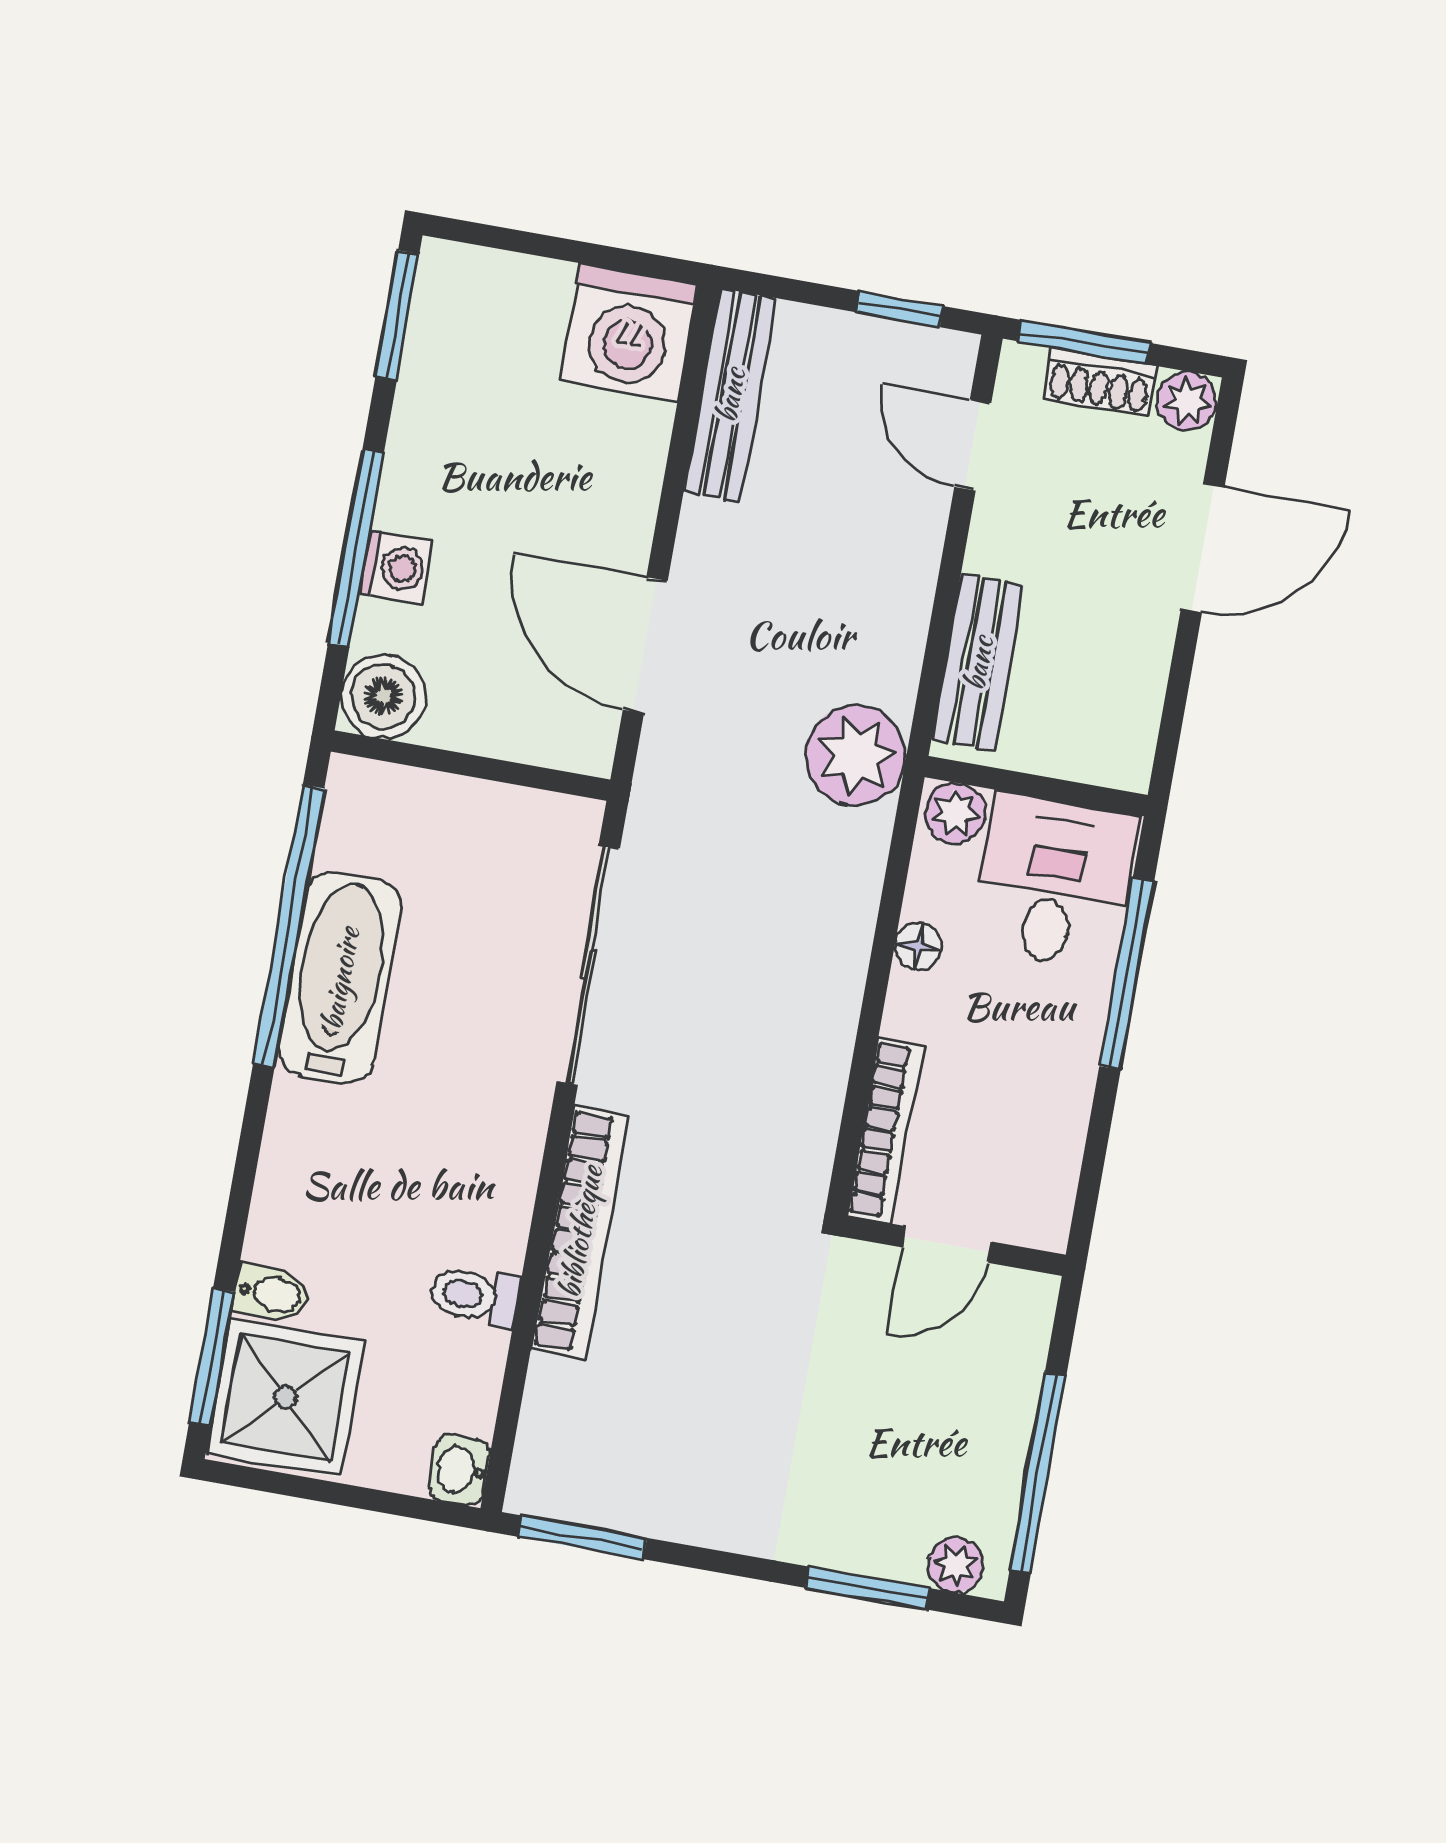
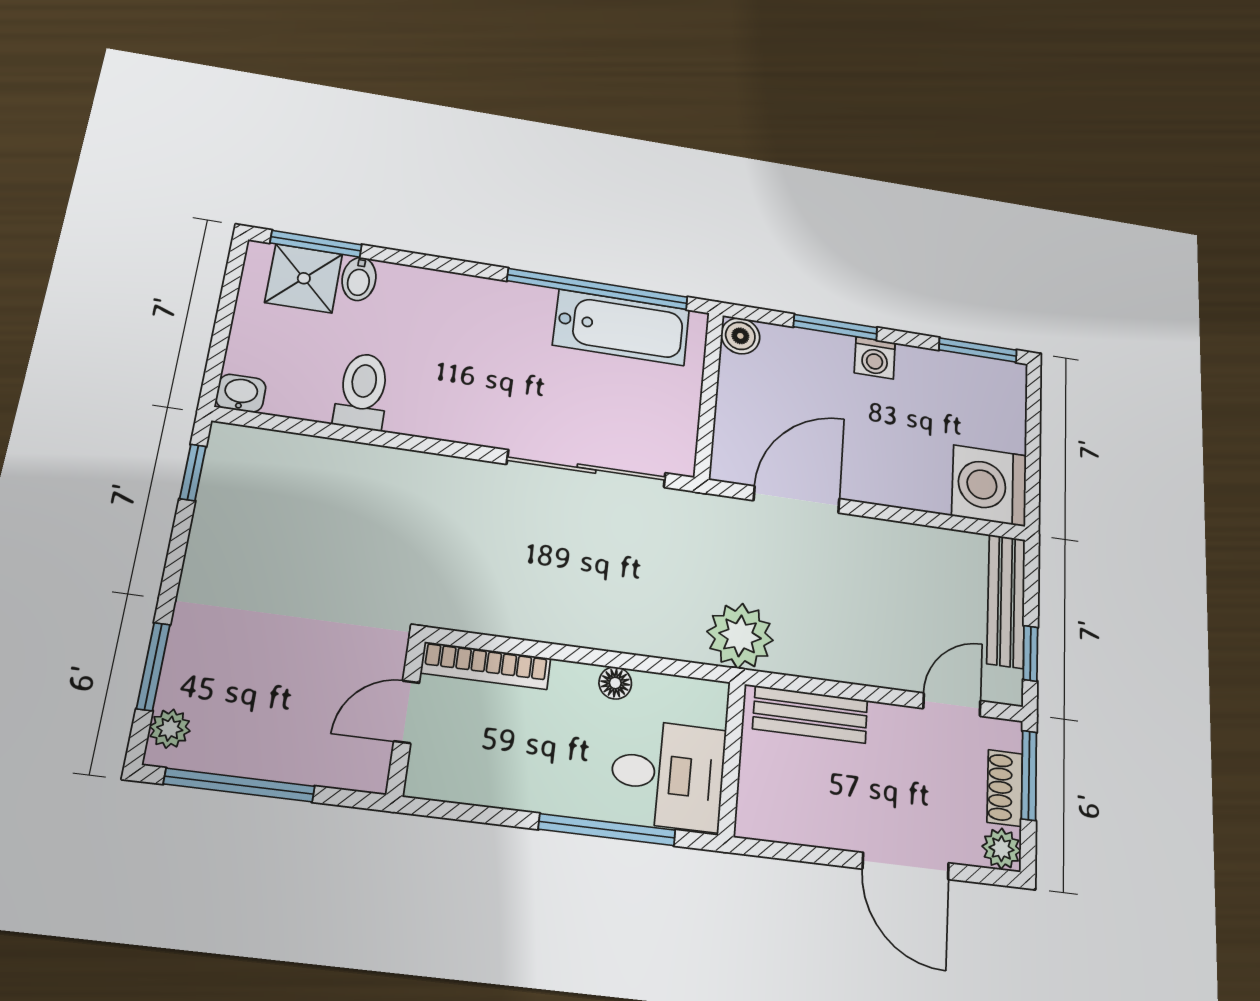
bench: (730, 395) -> (1006, 601), moved, turned 90
window: (356, 548) -> (835, 327), width x0.69
washing machine: (396, 567) -> (875, 358), moved
boiler: (383, 696) -> (740, 336), width x0.73, depth x0.73
plant: (955, 813) -> (708, 704), removed
bathtub: (340, 978) -> (621, 327), moved
bookcase: (580, 1232) -> (407, 467), removed
door: (947, 1245) -> (407, 712), hinge flipped
toilet: (474, 1296) -> (363, 391), width x1.37, depth x1.39
shower: (286, 1398) -> (304, 278), width x0.73, depth x0.73
window: (583, 1537) -> (193, 472), width x0.67

